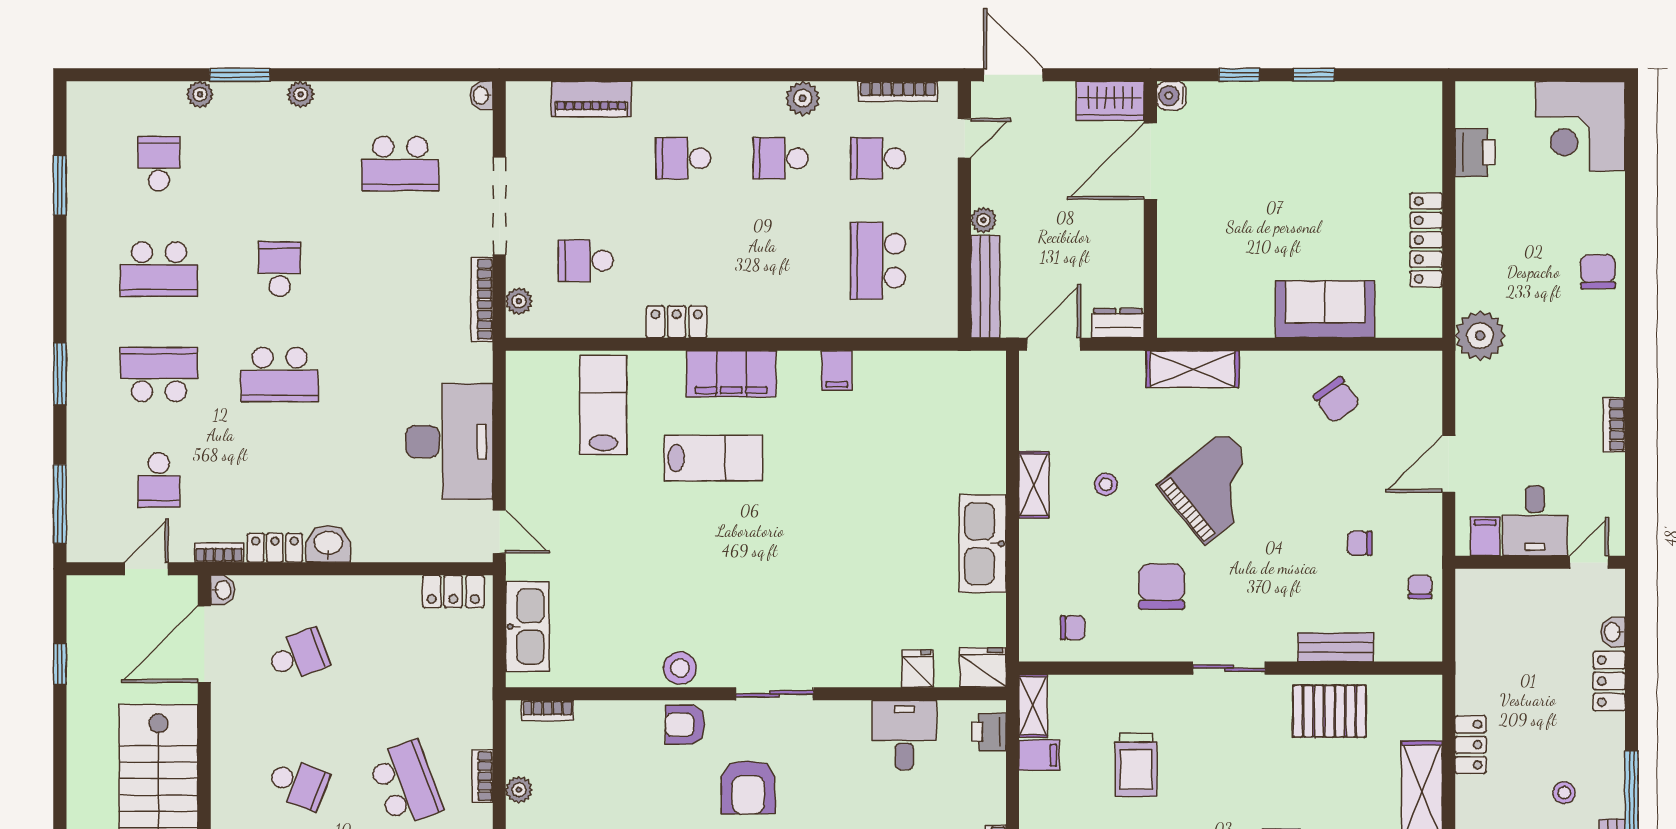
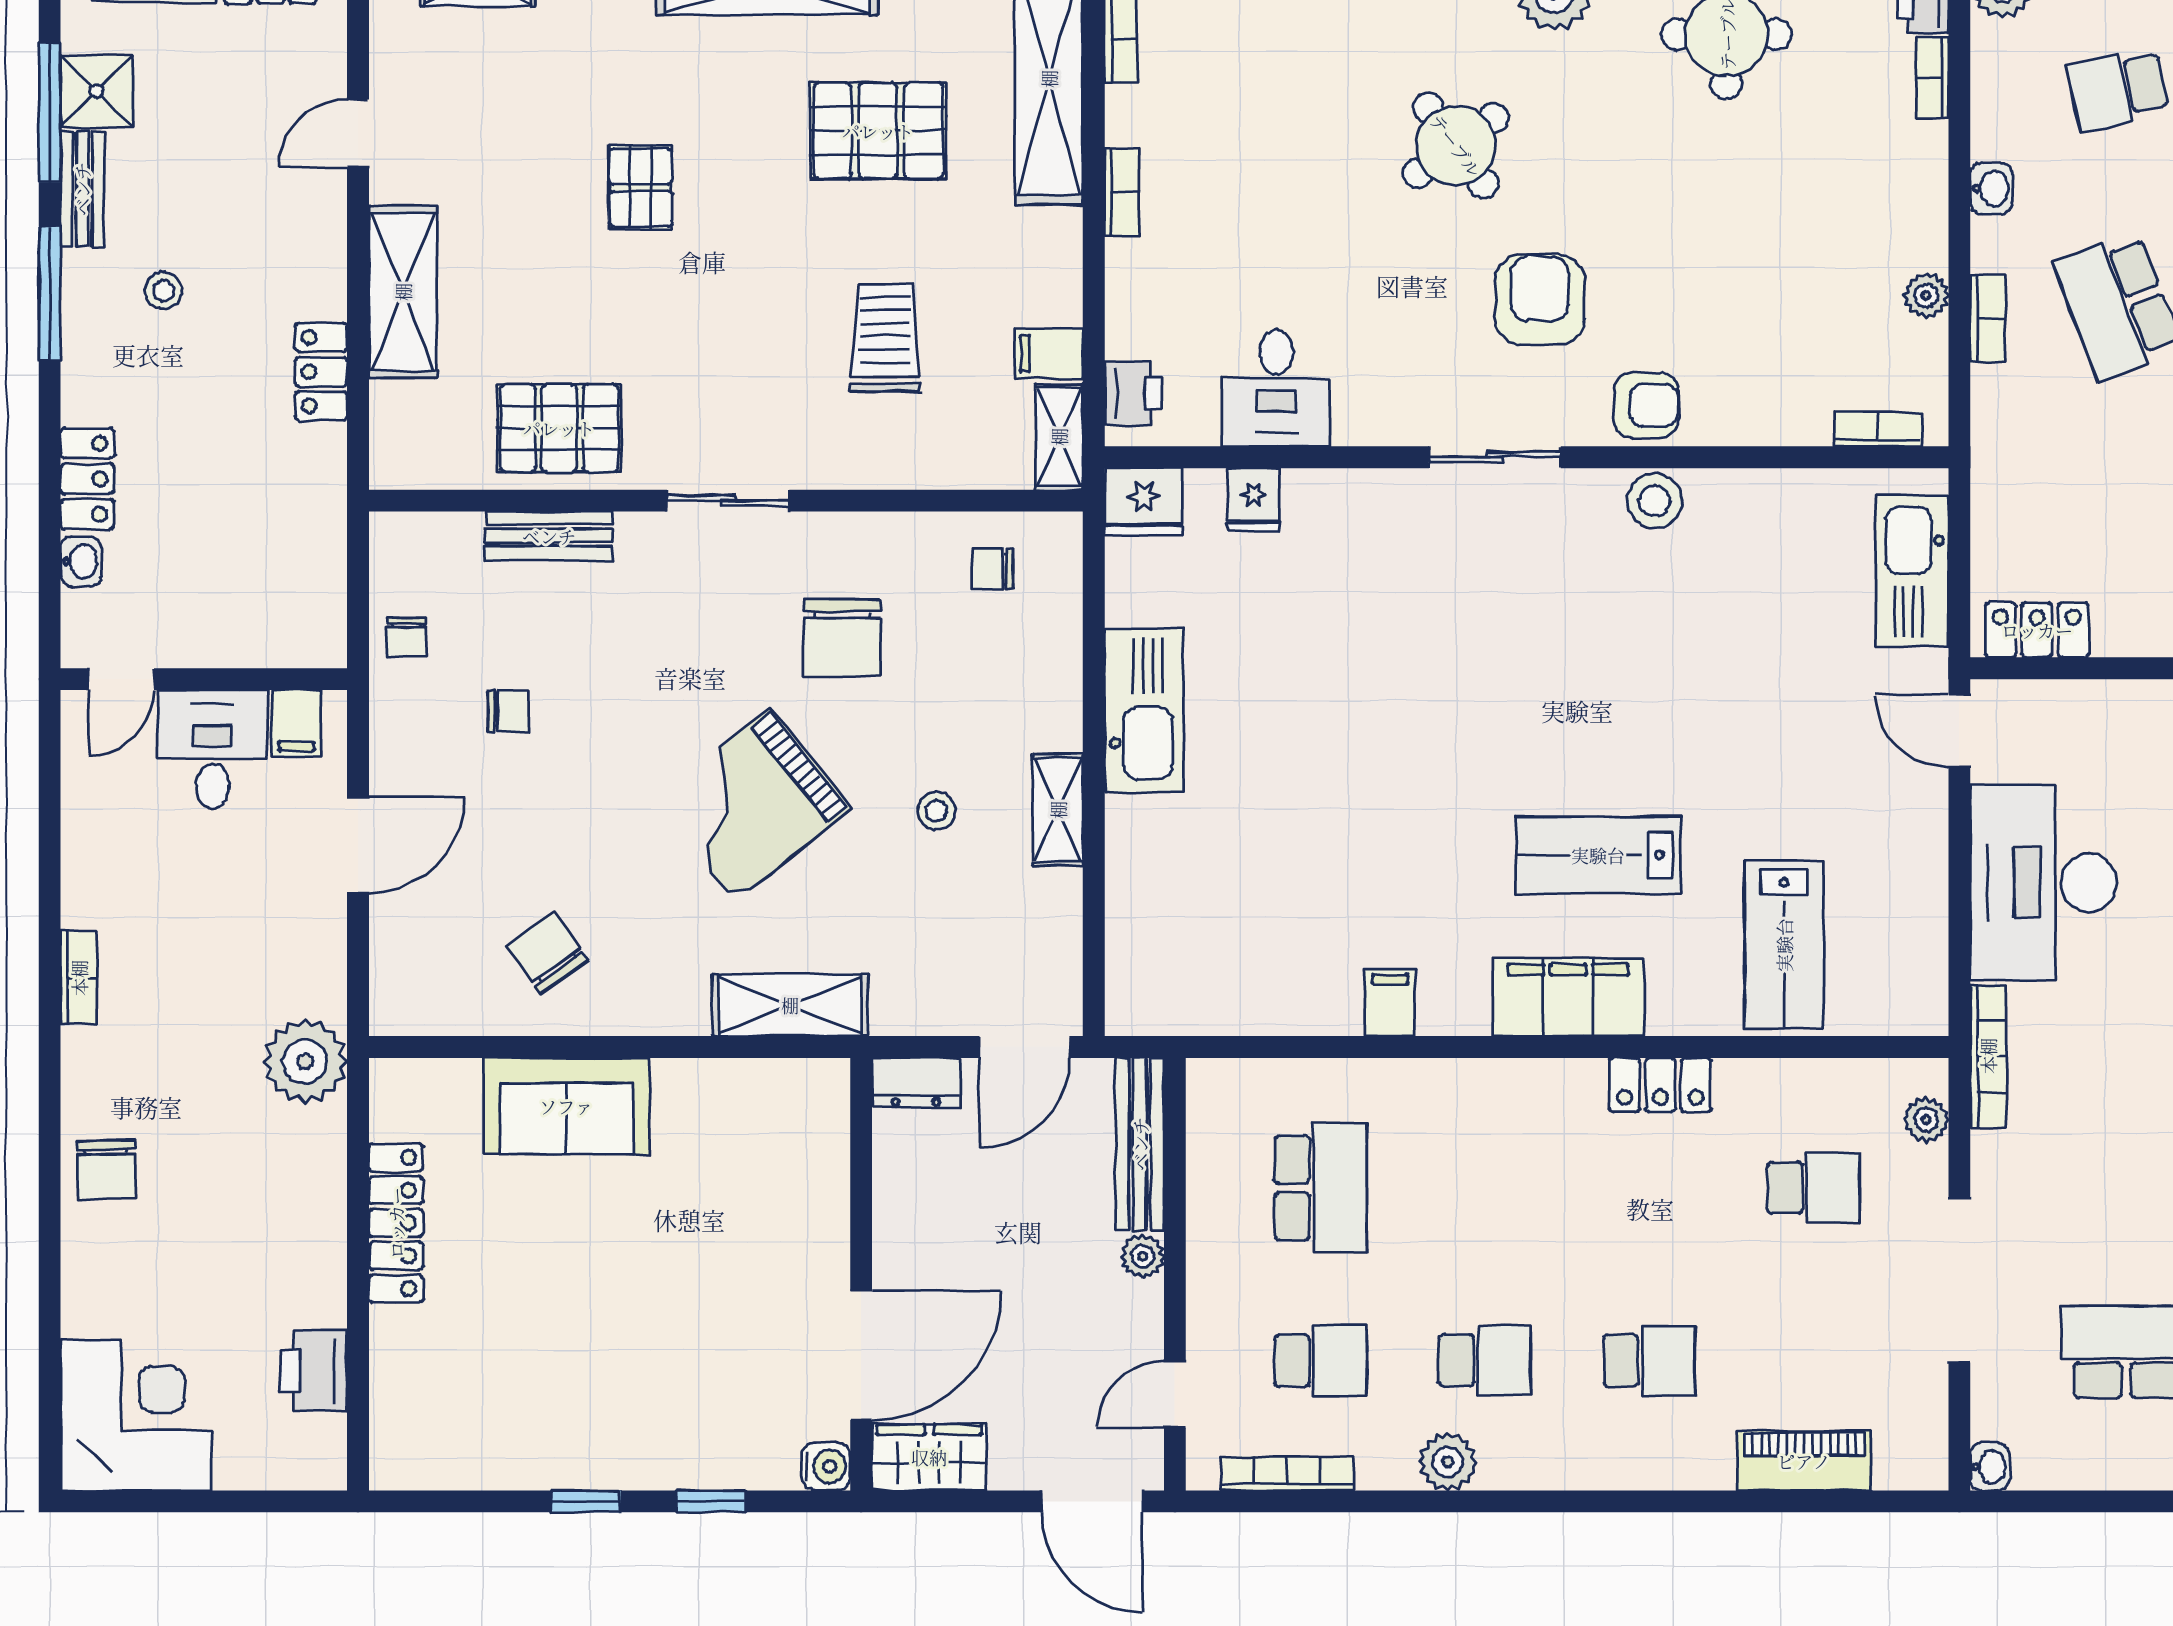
bookcase: (482, 299) -> (1988, 1056), moved
bookcase: (1614, 425) -> (79, 978), moved

